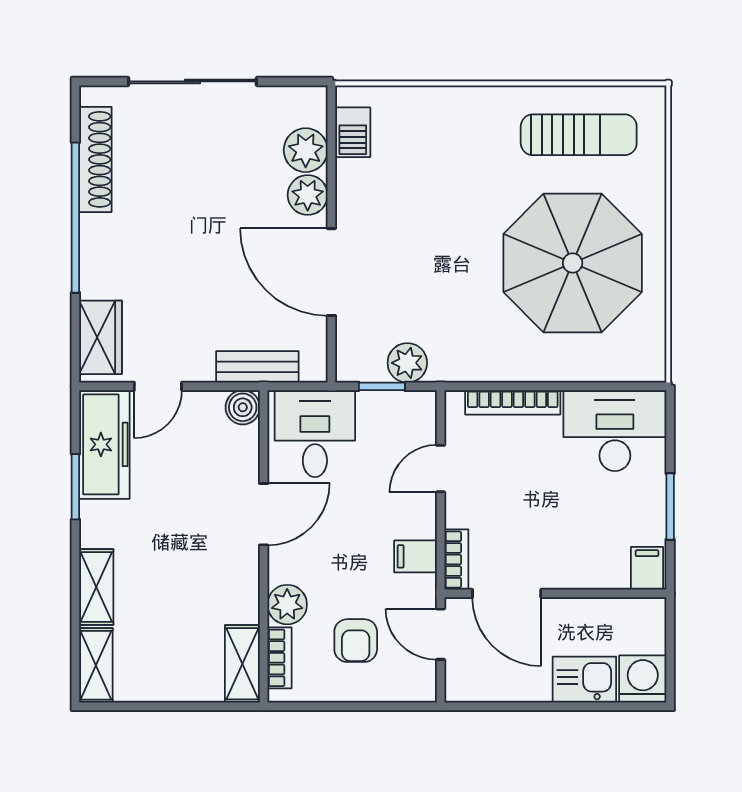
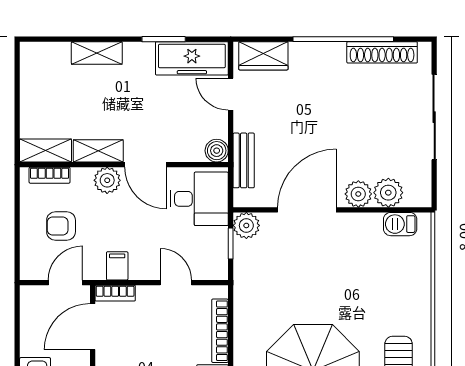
plant: (407, 363) -> (246, 225), moved
plant: (287, 605) -> (107, 180), moved
shelving: (96, 665) -> (98, 151), moved

